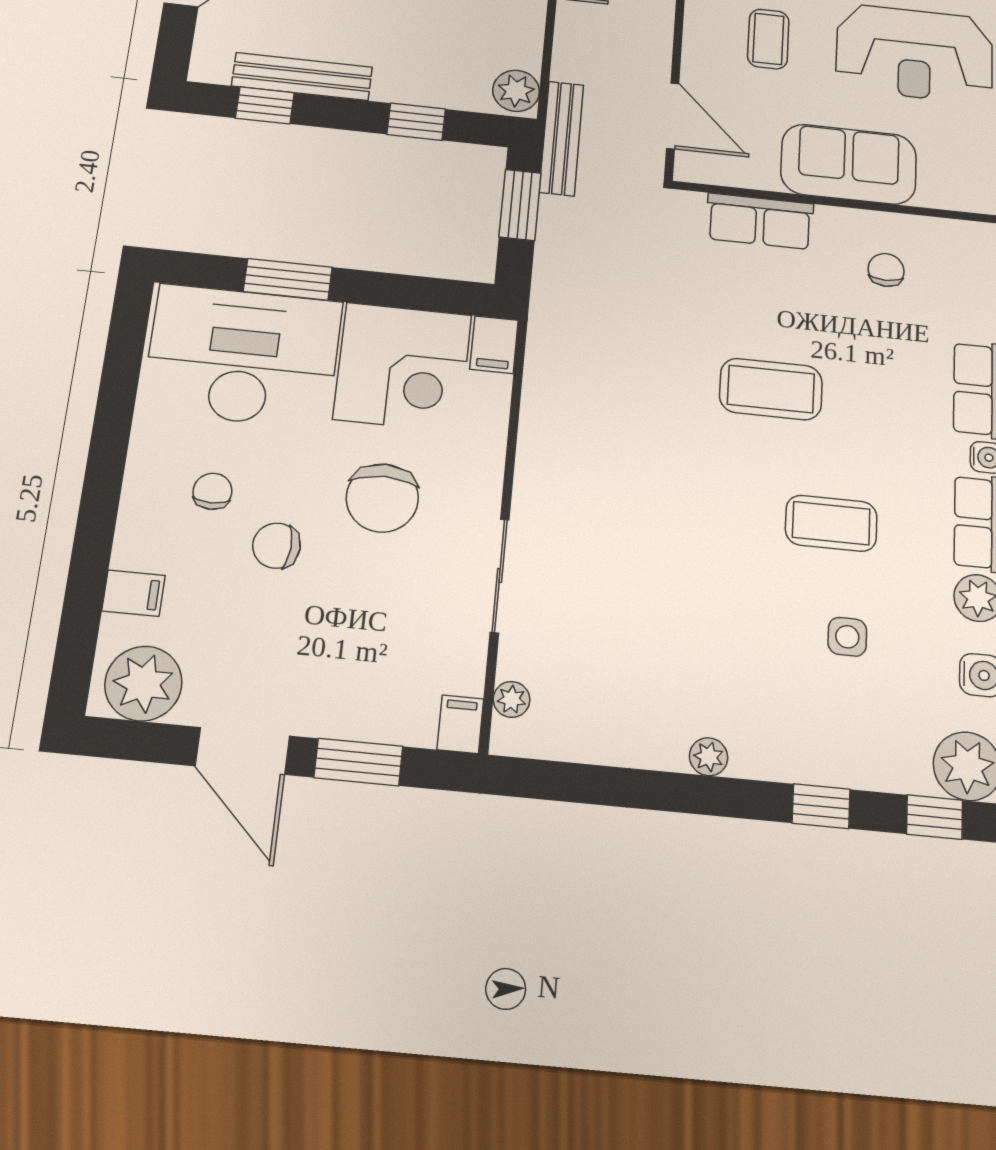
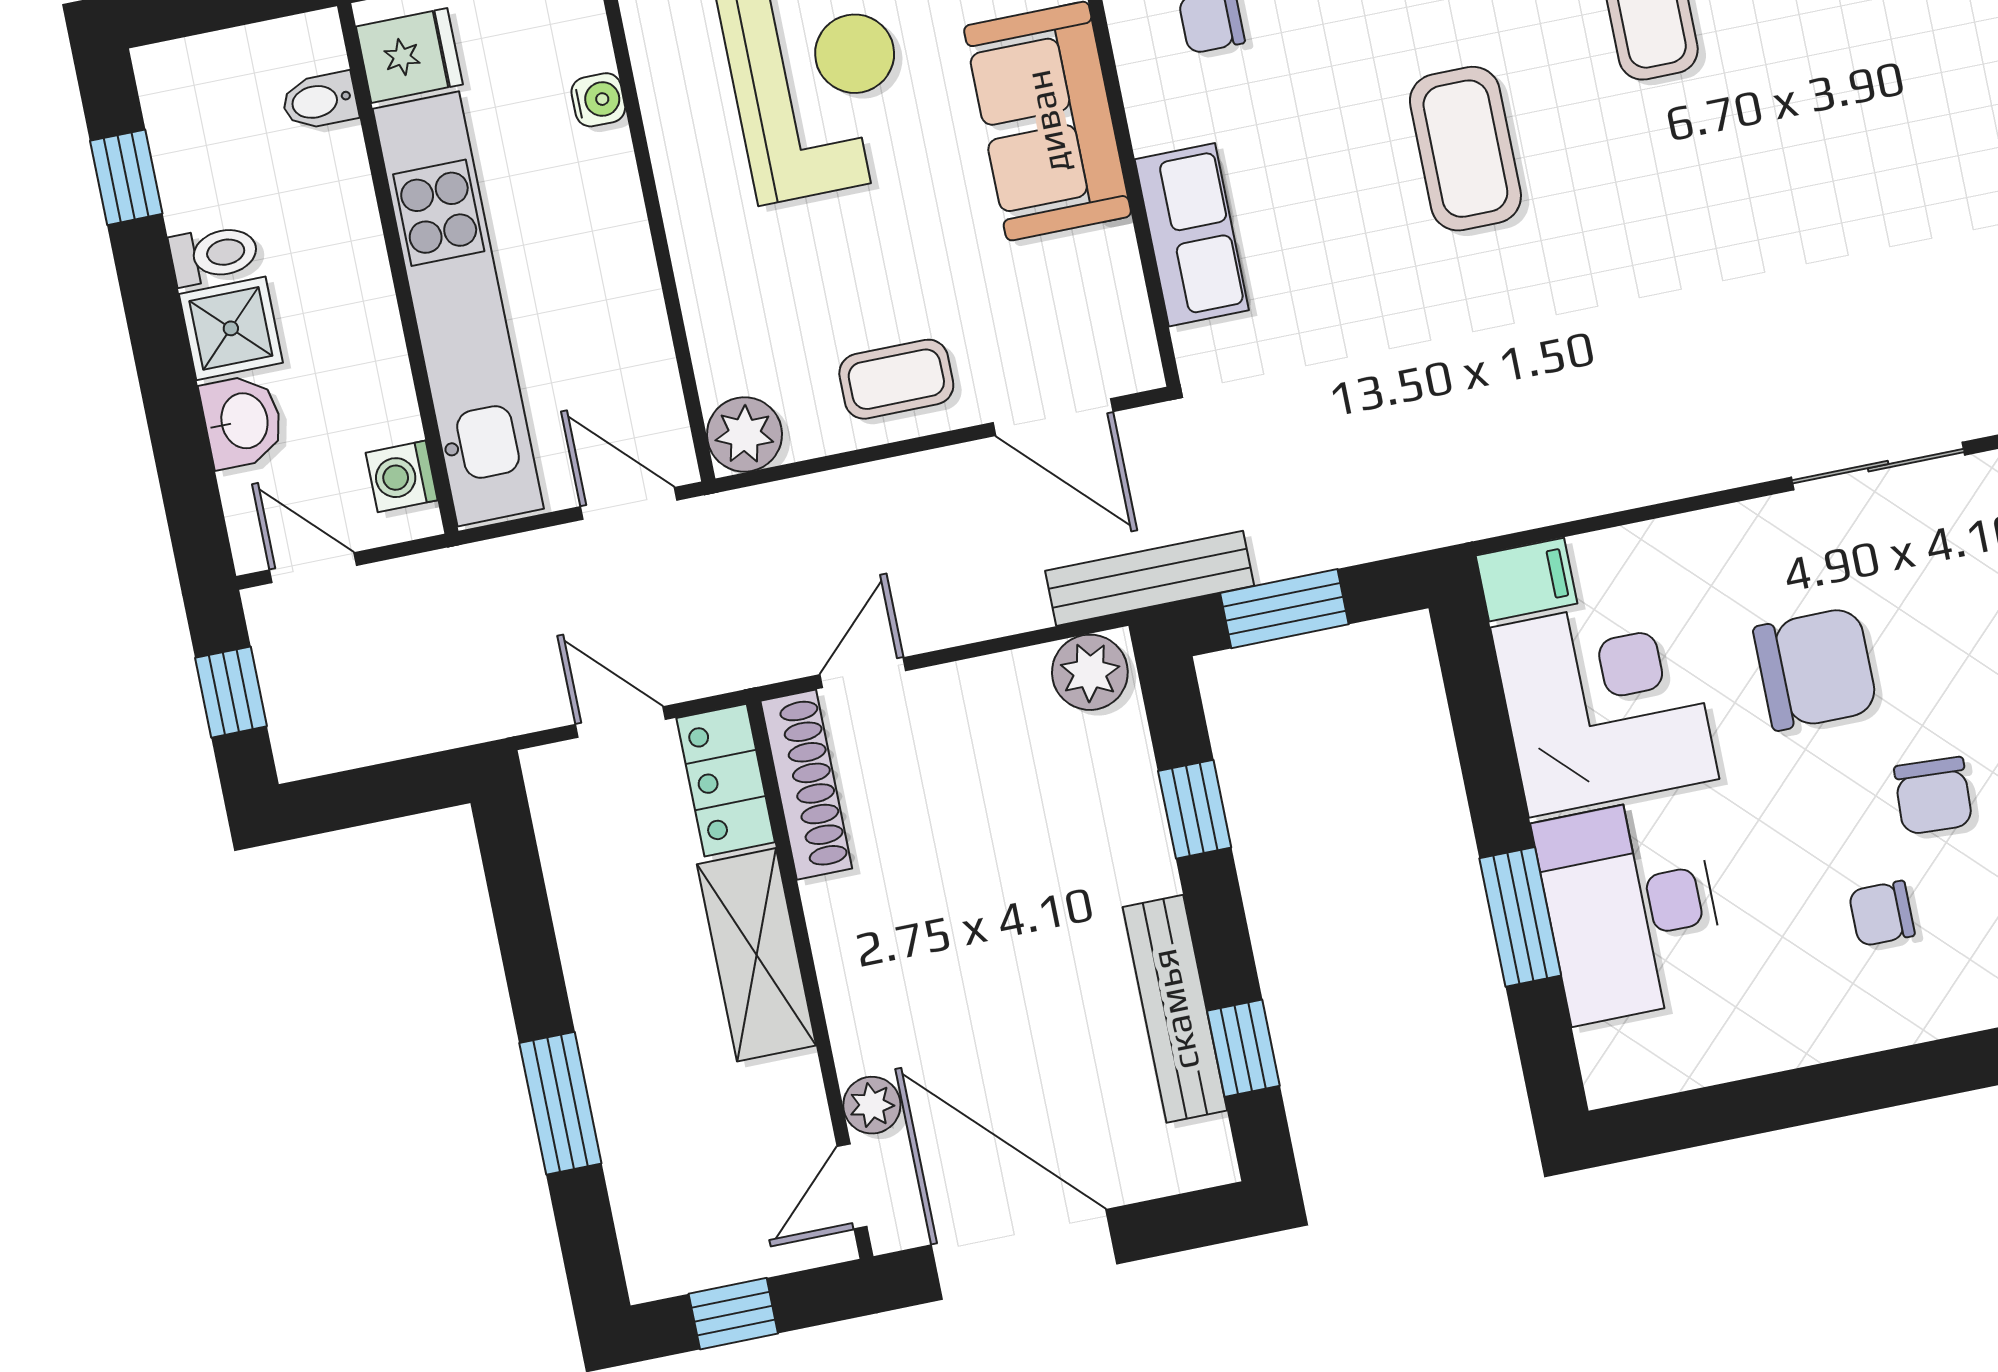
coffee table: (768, 39) -> (896, 379), moved
door: (673, 116) -> (1053, 417), swing flipped
desk: (243, 356) -> (1631, 909), width x0.73, depth x0.77

